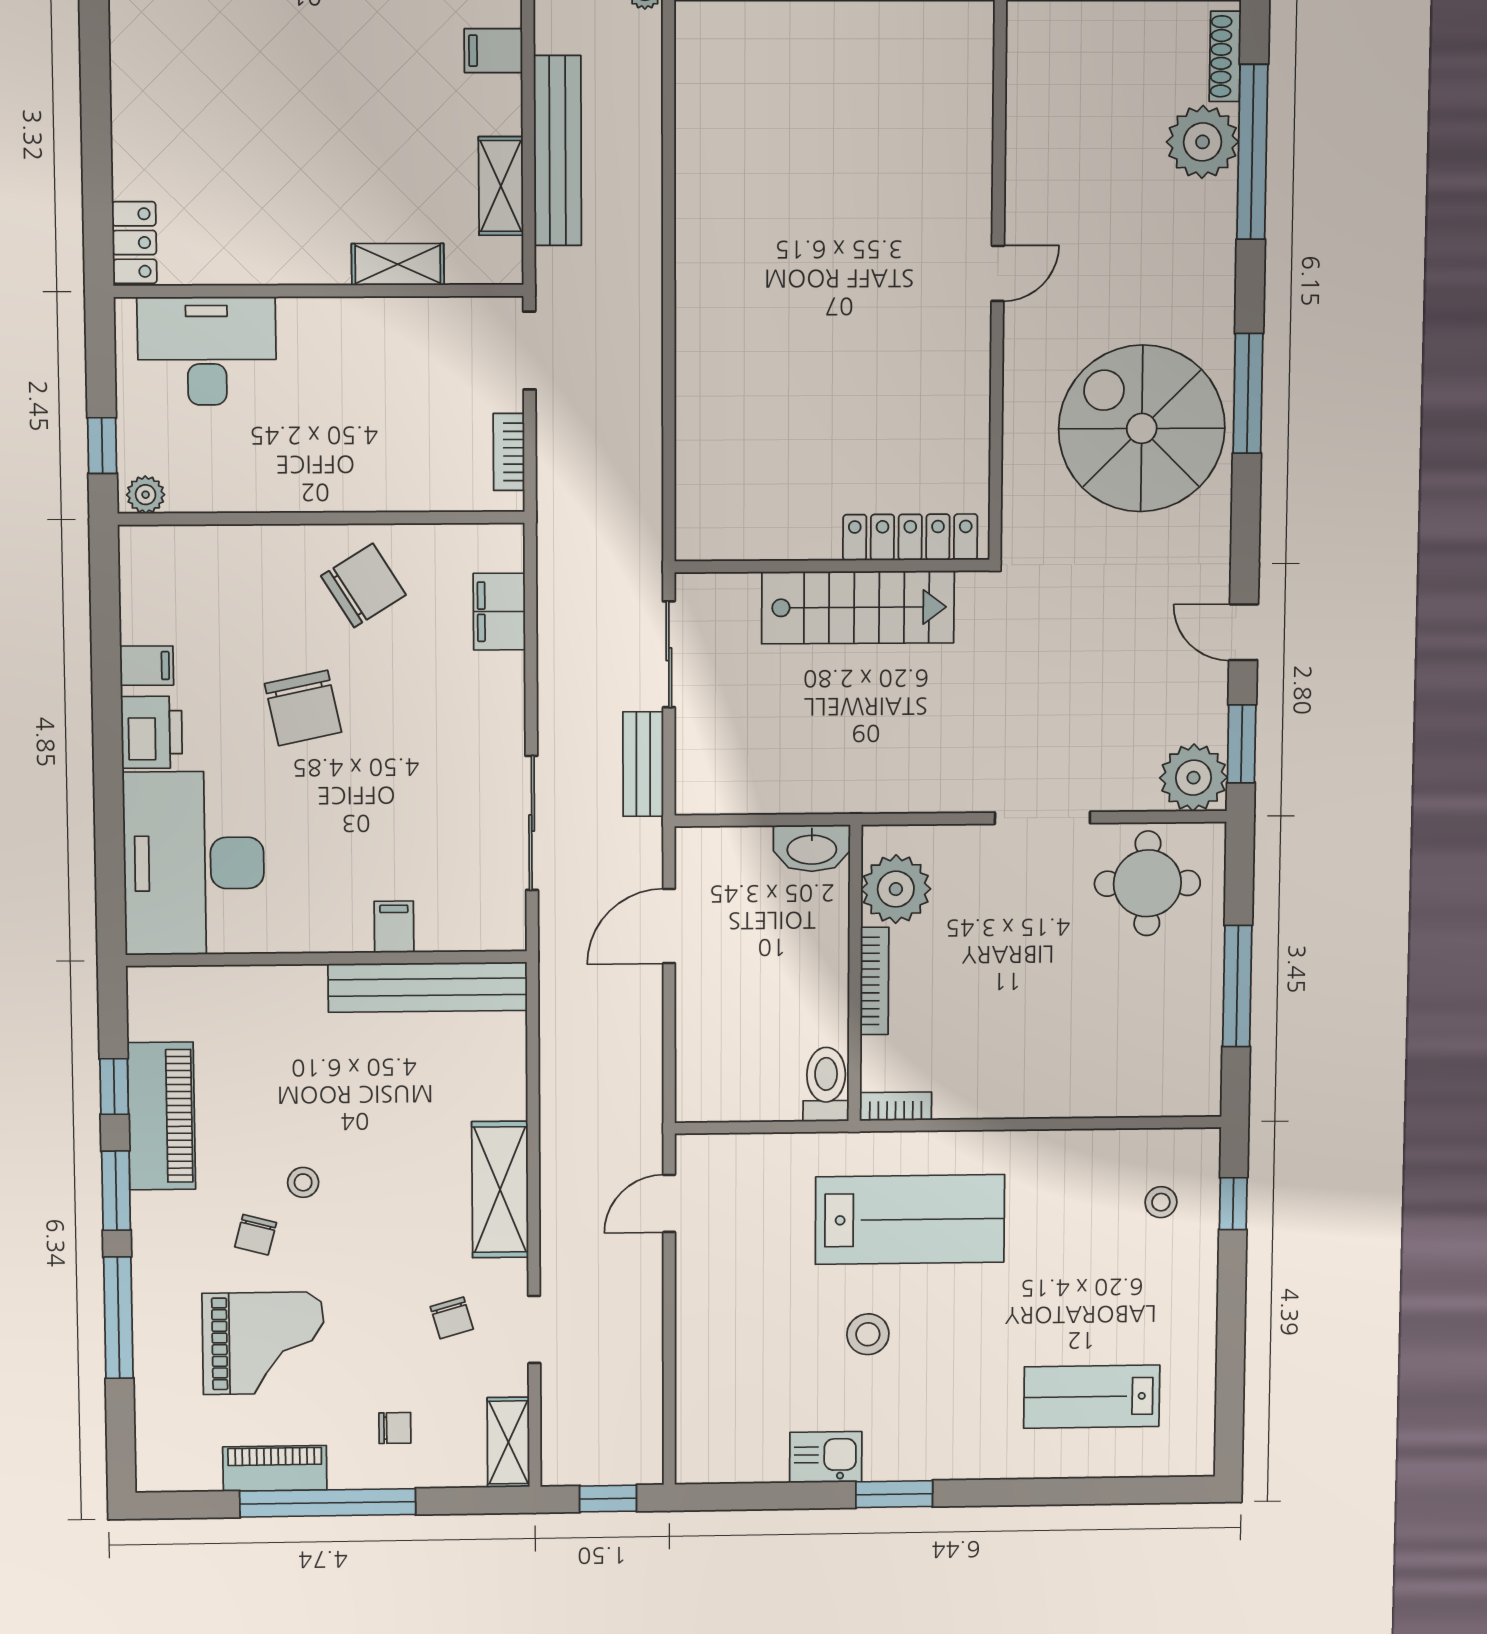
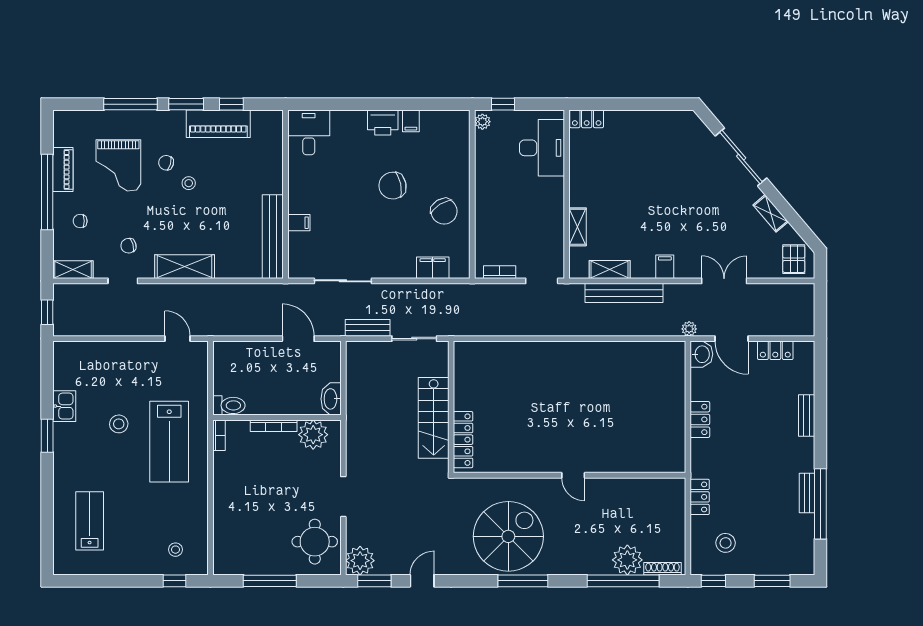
desk: (194, 863) -> (309, 132), width x0.53, depth x0.77
chair: (395, 1428) -> (80, 221), turned 90

